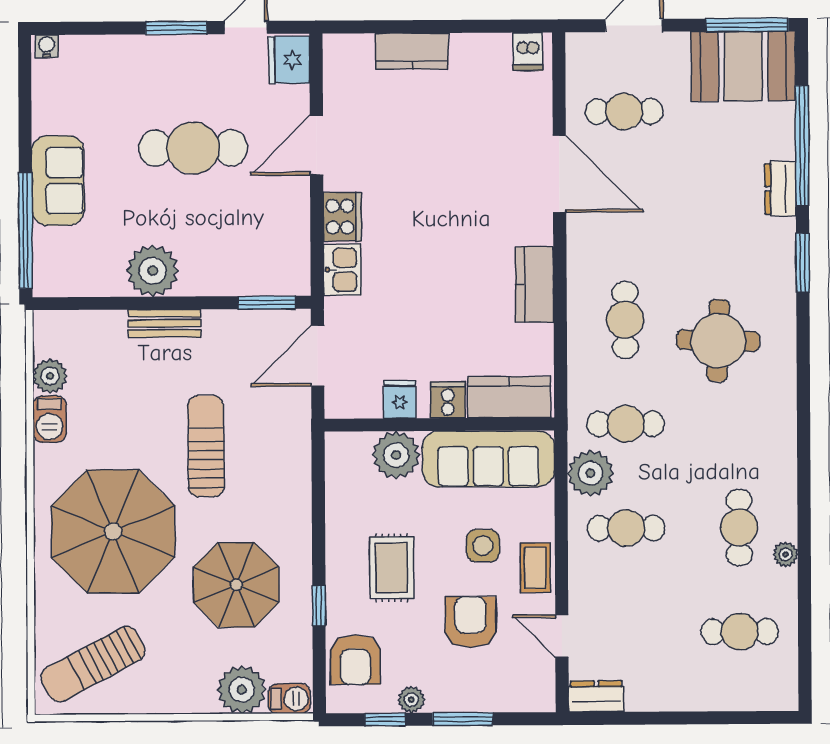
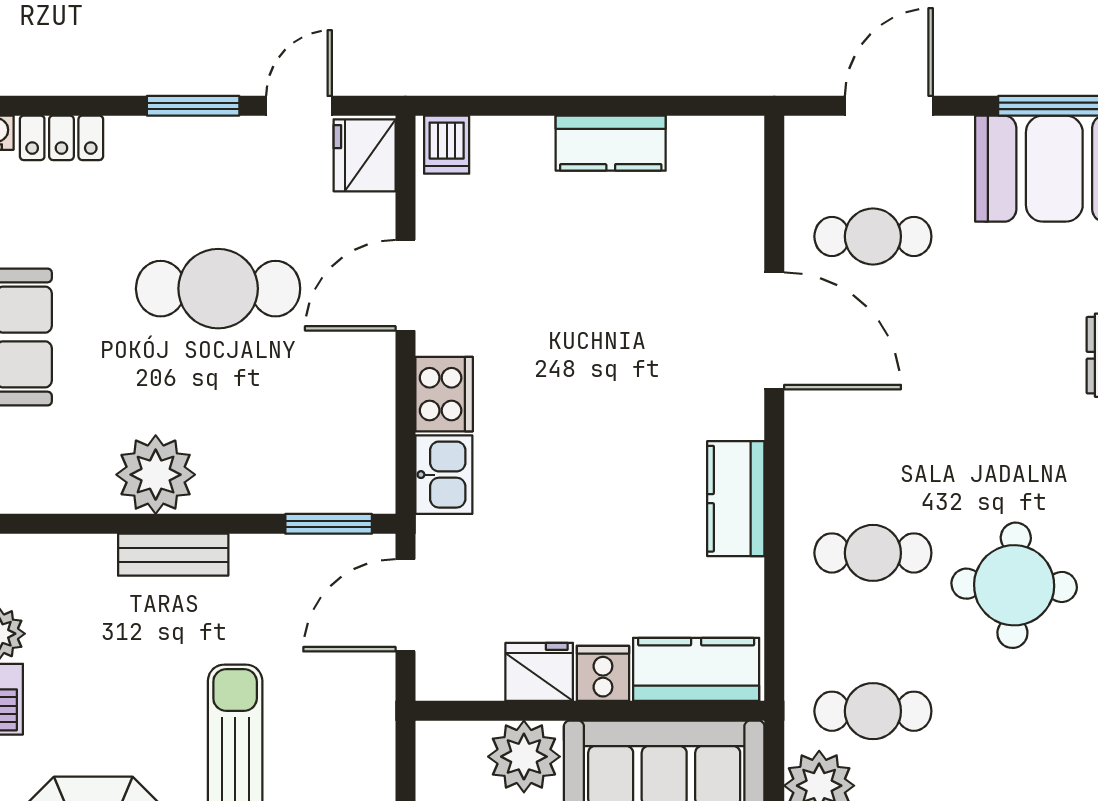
locker: (90, 49) -> (61, 138), added
kitchen counter: (412, 51) -> (611, 143), moved
dishwasher: (528, 52) -> (447, 145), moved
cafe table: (625, 320) -> (873, 553), turned 90
fridge: (400, 399) -> (539, 672), width x1.38

